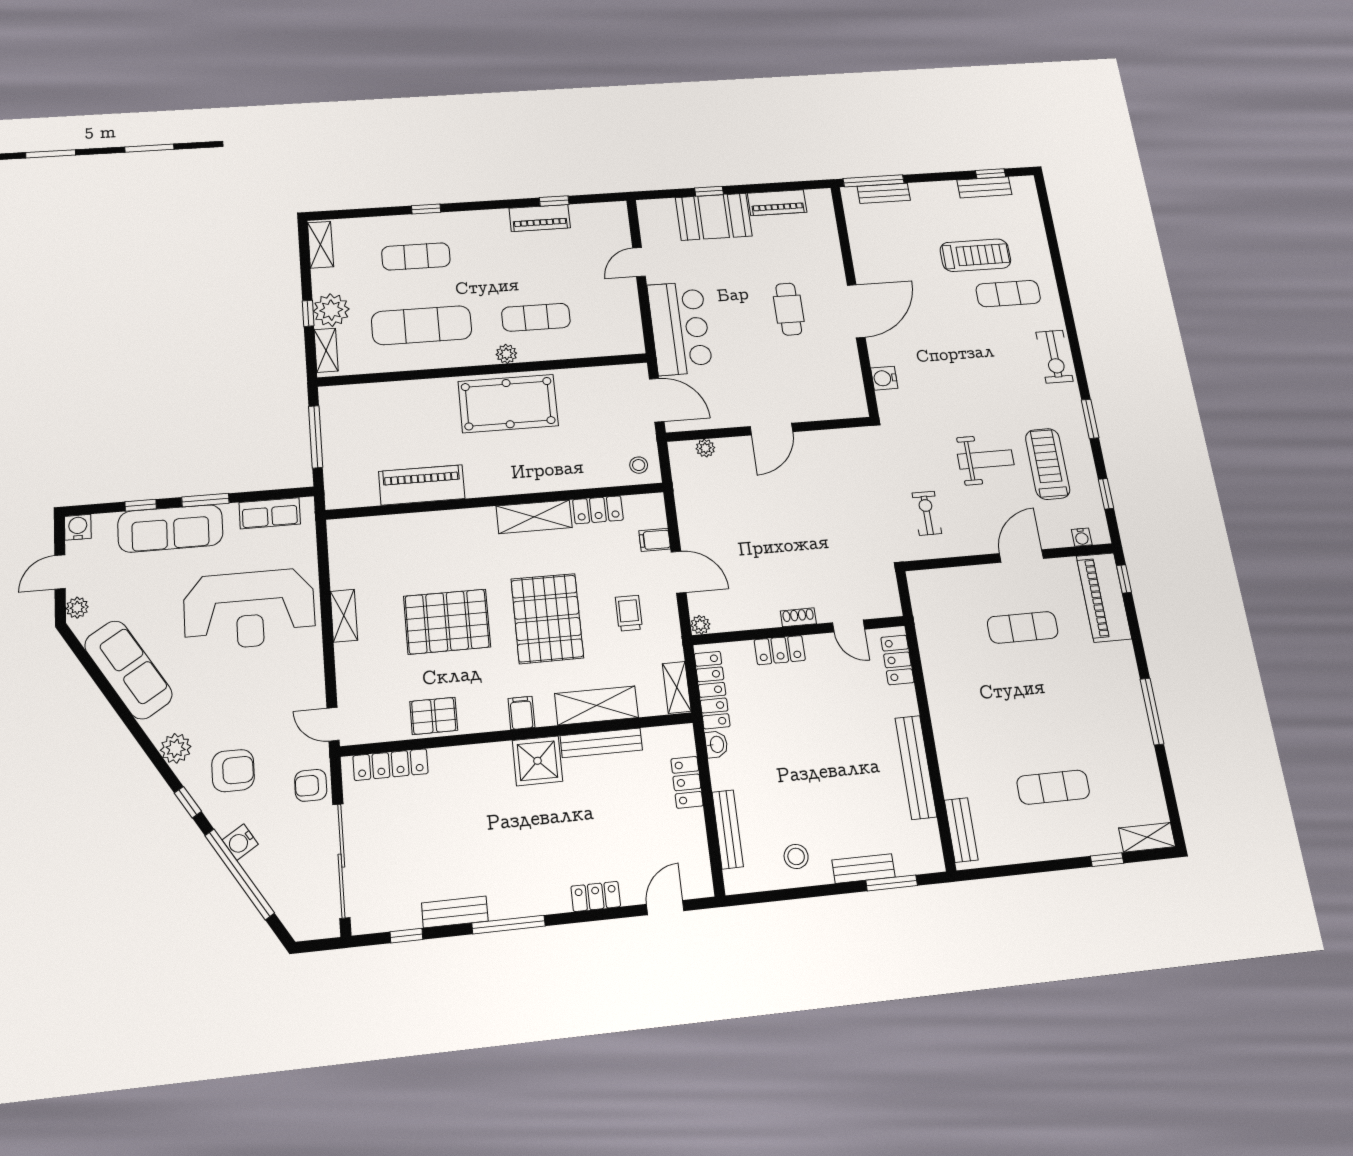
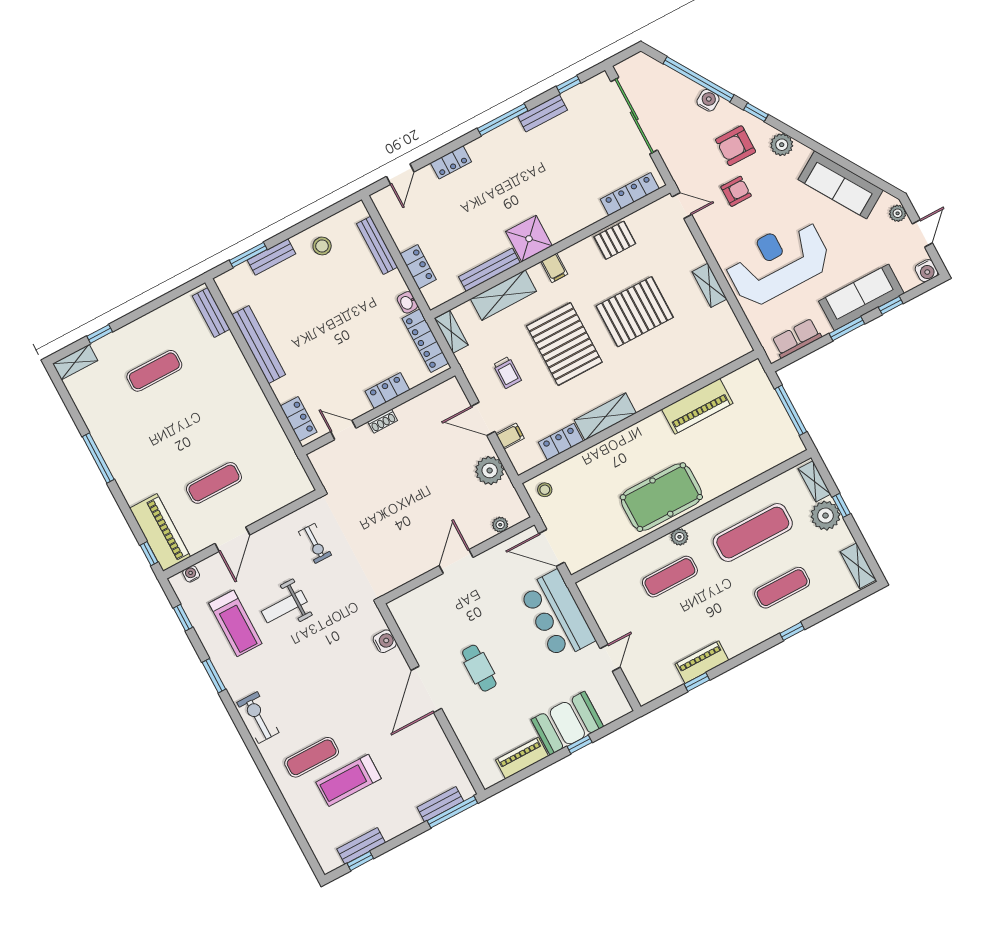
plant: (700, 625) -> (490, 470), moved, width x1.88, depth x1.88
armchair: (311, 785) -> (736, 191), moved

